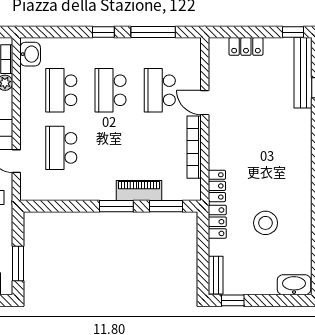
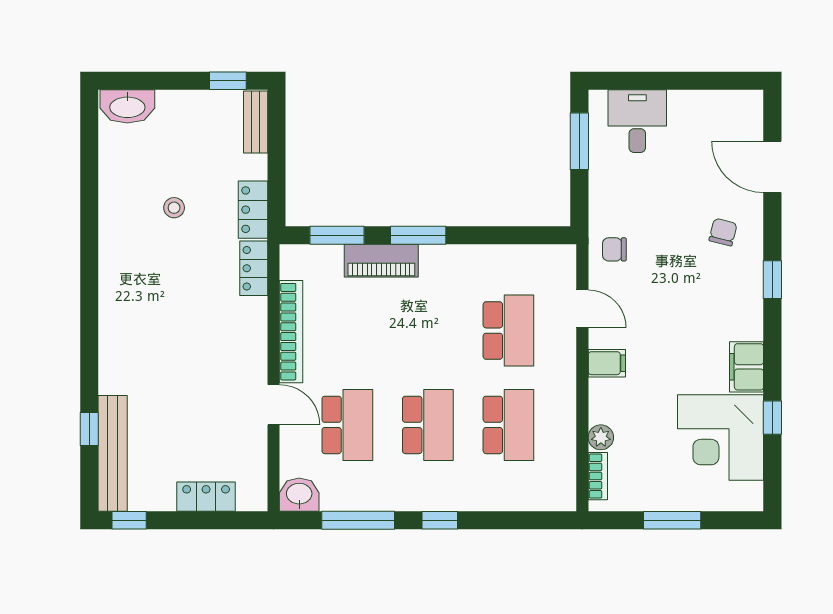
washbasin: (30, 54) -> (299, 495), moved, turned 90
stool: (266, 223) -> (174, 208), width x0.53, depth x0.53

